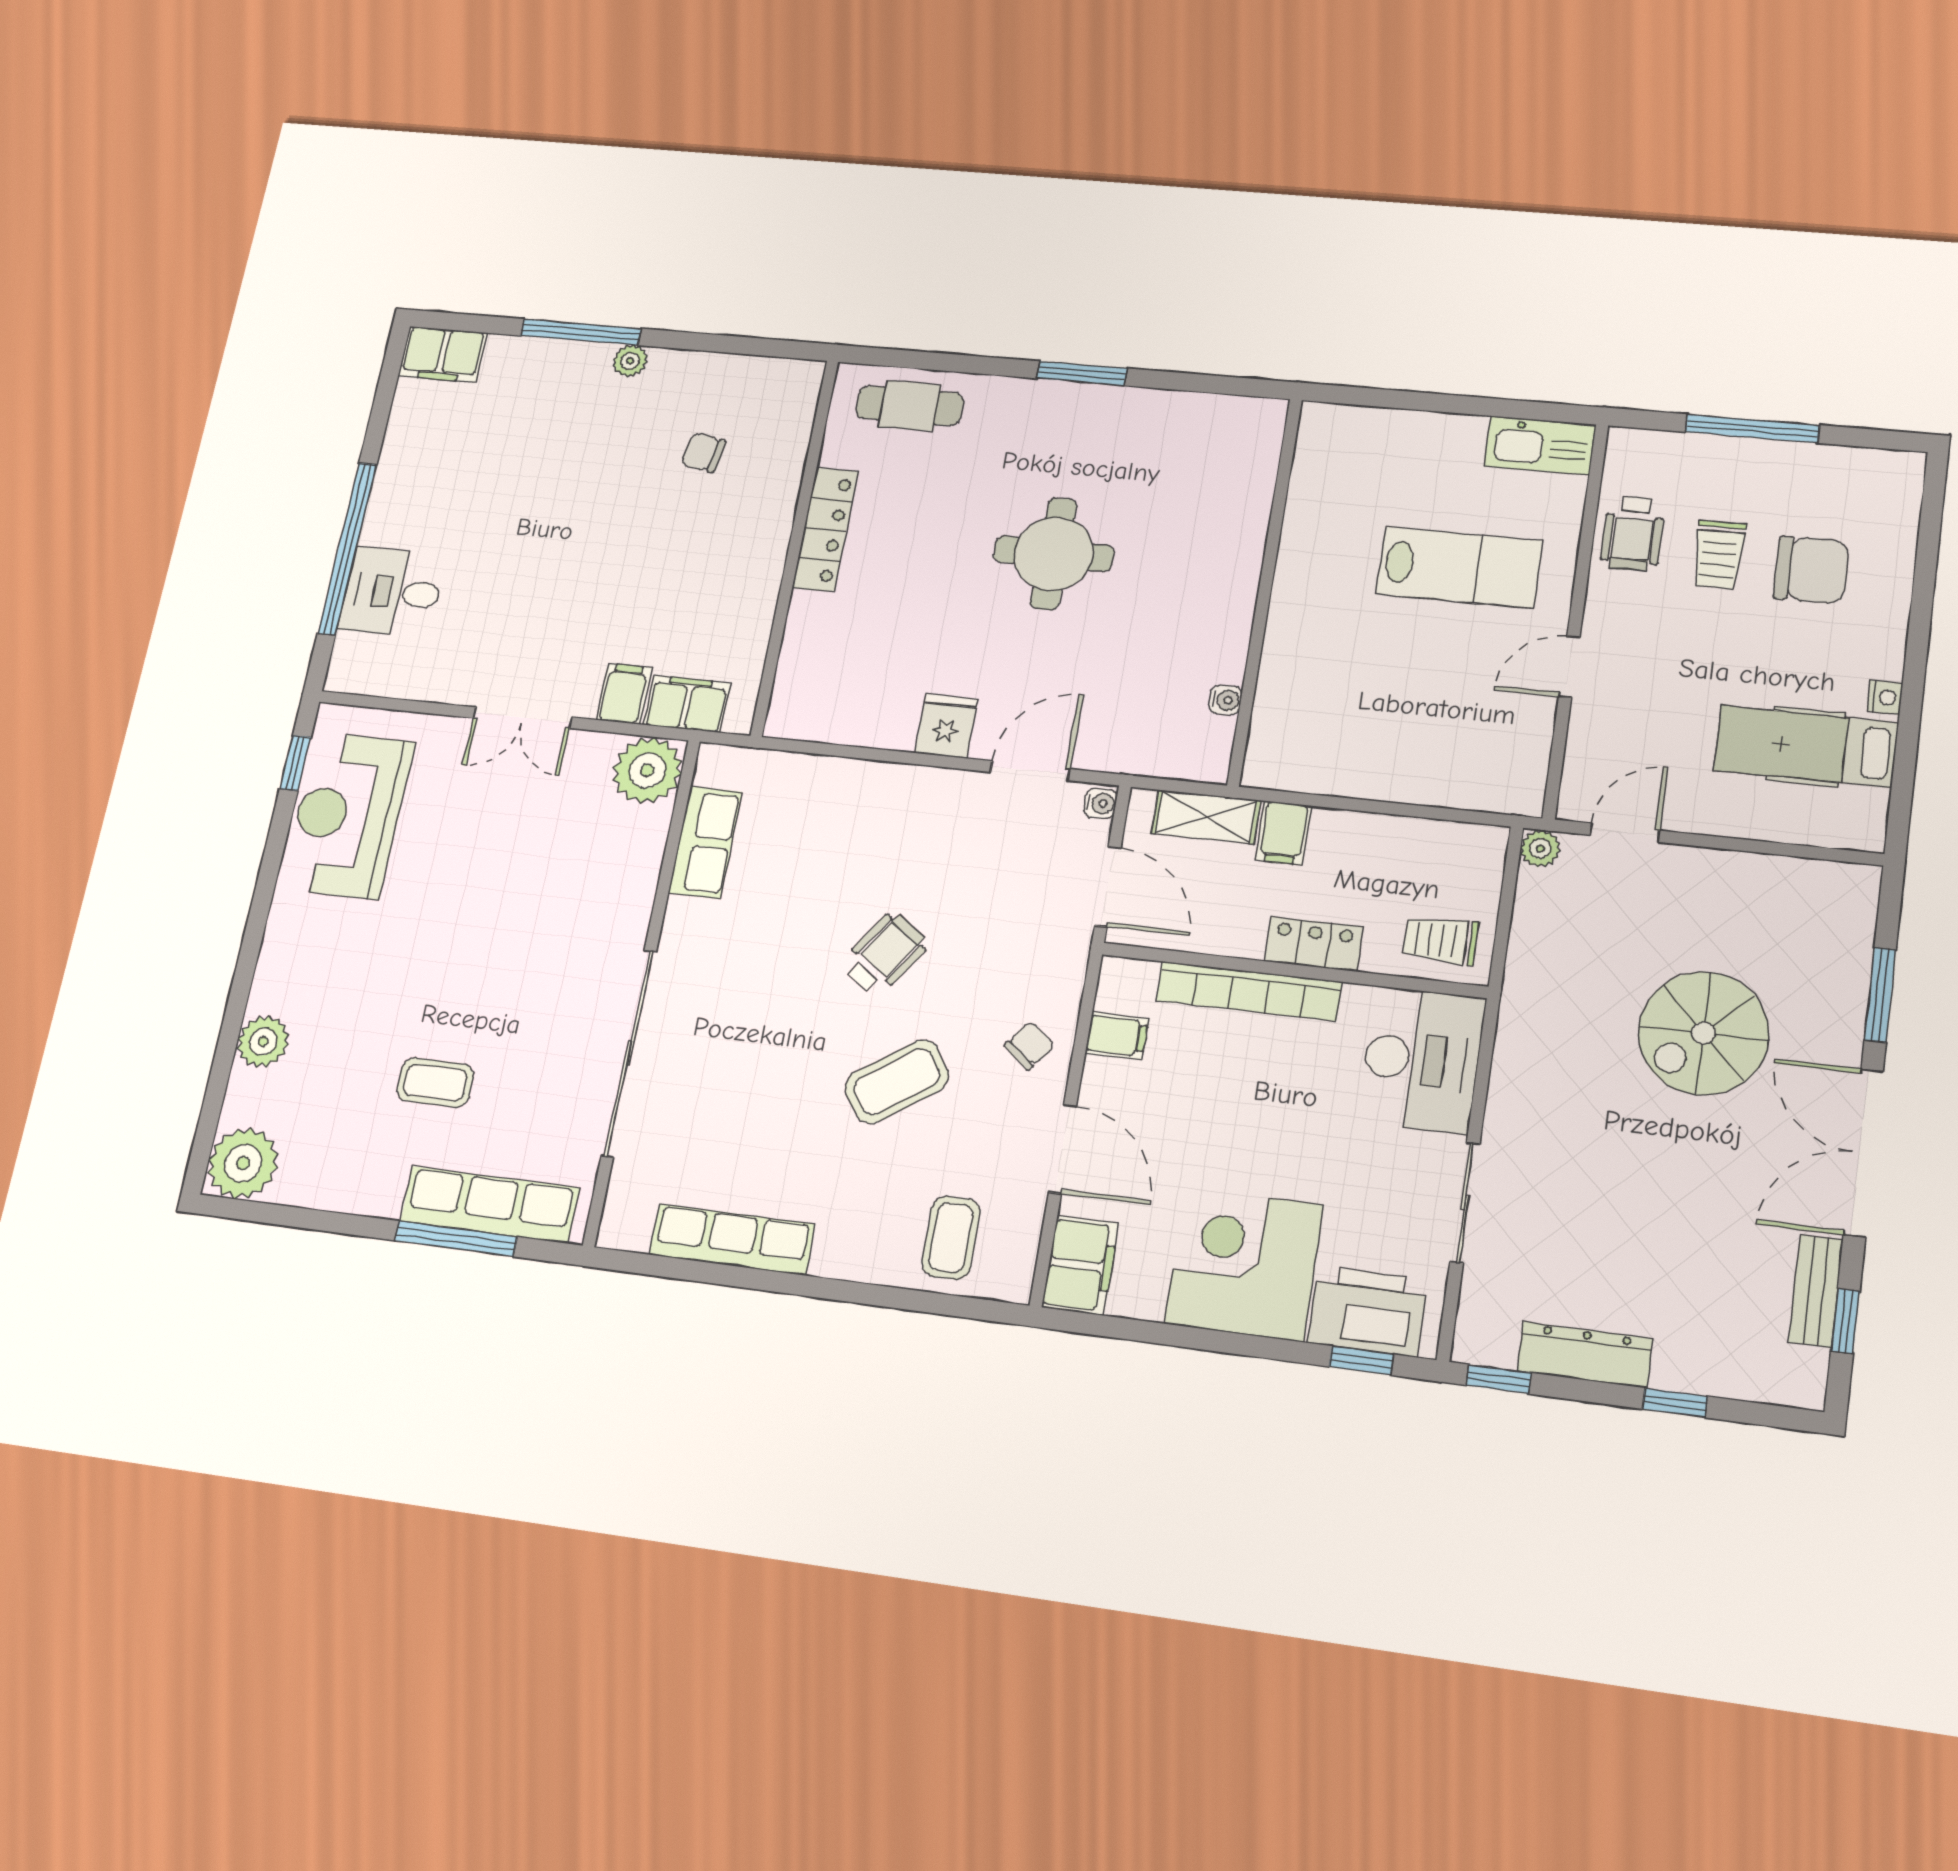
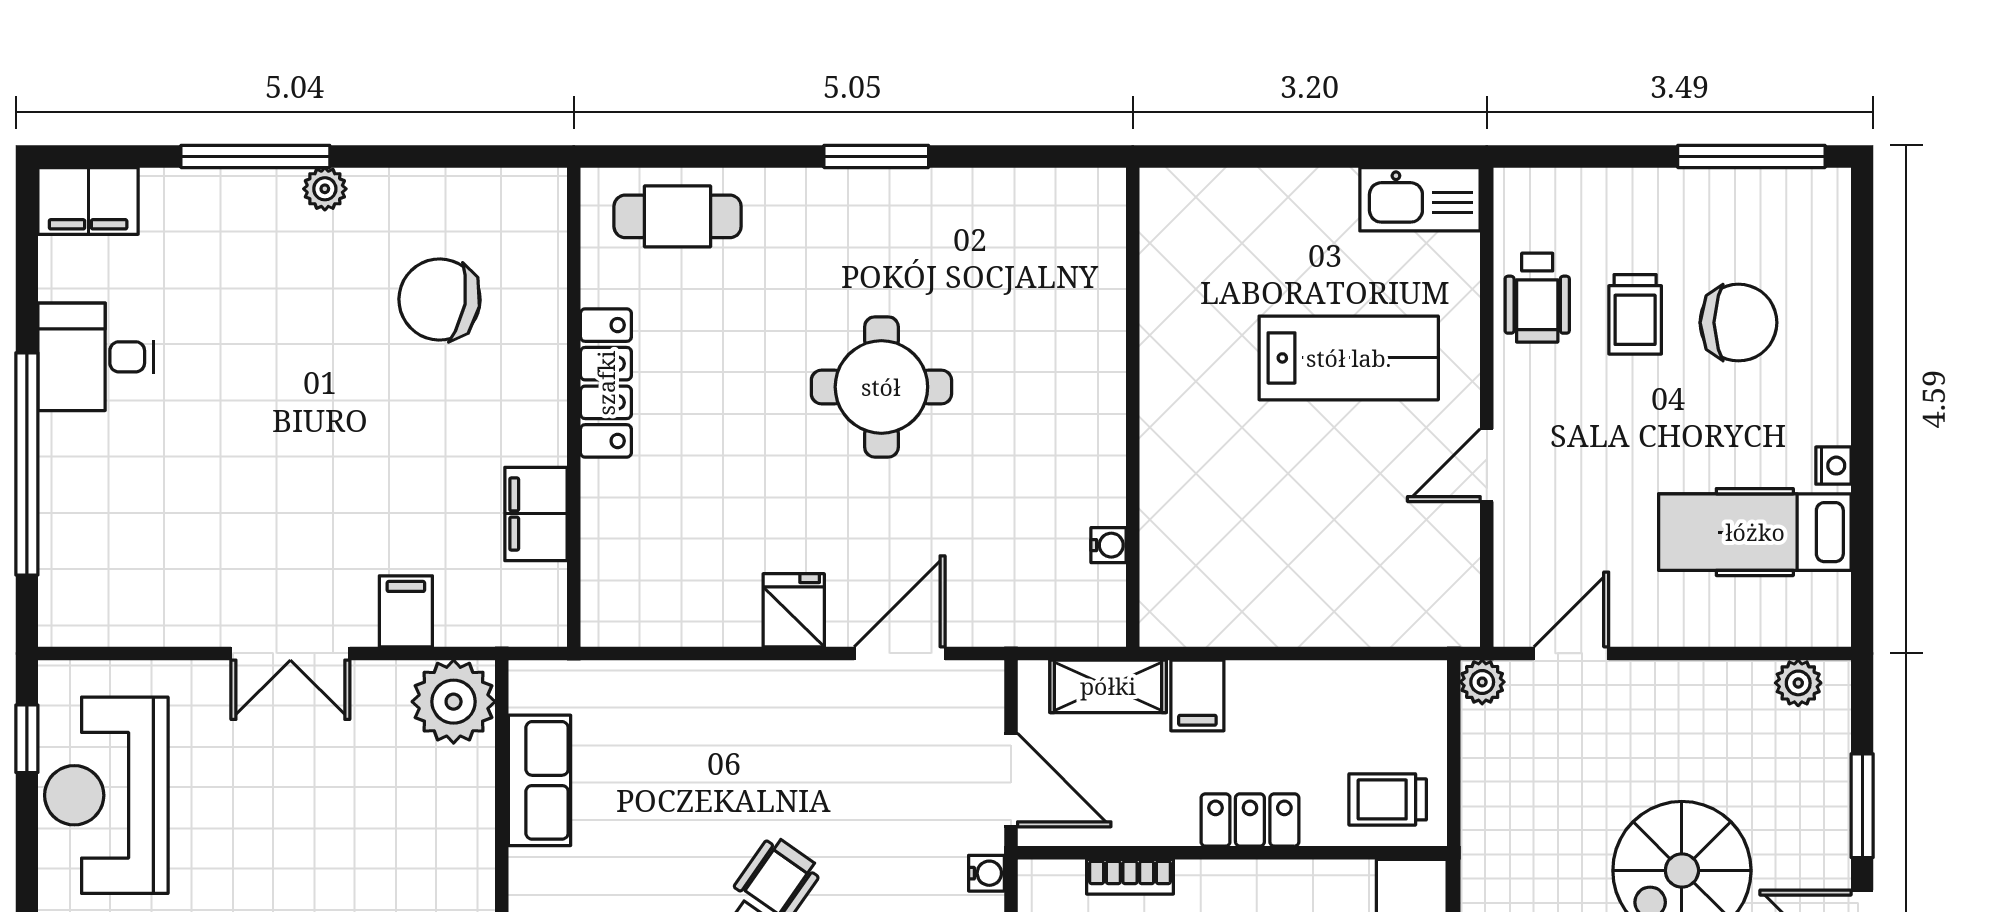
window: (1752, 429) -> (1751, 156), moved
chair: (703, 453) -> (439, 300), width x1.87, depth x1.87
desk: (392, 592) -> (96, 357), moved
filing cabinet: (687, 704) -> (536, 514), moved, turned -90
water cooler: (1100, 803) -> (986, 873), moved
plant: (1832, 880) -> (1798, 683), added
bookcase: (1249, 991) -> (1130, 877), width x0.43, depth x0.76

